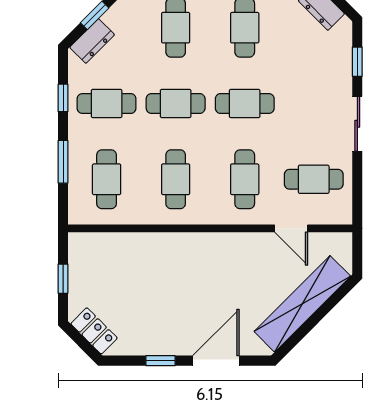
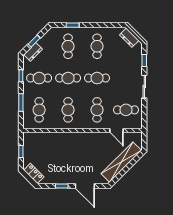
door: (216, 361) -> (85, 186), swing flipped

